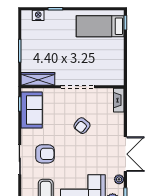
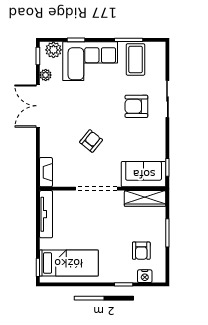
armchair: (41, 36) -> (141, 251), added
tv unit: (119, 66) -> (46, 214), added
sofa: (32, 110) -> (144, 174), moved, turned 90

